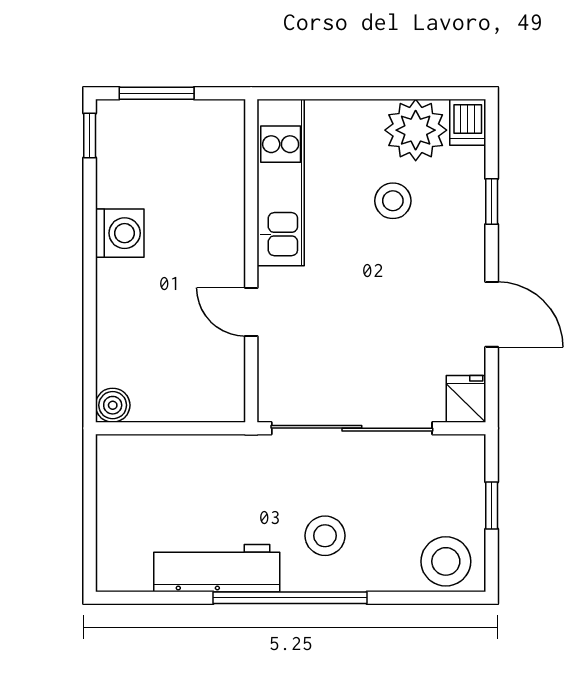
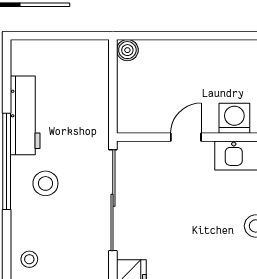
washing machine: (120, 233) -> (234, 118), moved, turned 180
stool: (446, 561) -> (29, 259), width x0.53, depth x0.53

